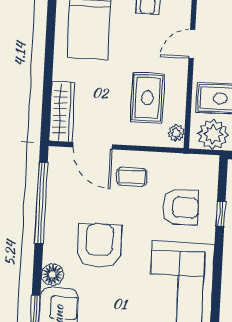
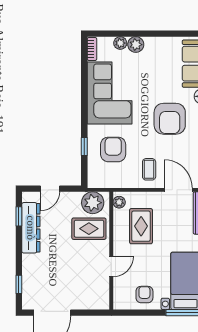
coffee table: (132, 177) -> (149, 169), turned 90
armchair: (181, 207) -> (113, 149), turned 90

